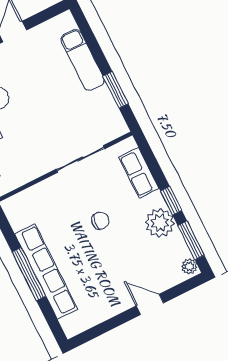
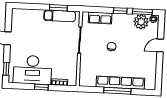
exam couch: (83, 60) -> (60, 16), moved
plant: (160, 223) -> (141, 22), moved

